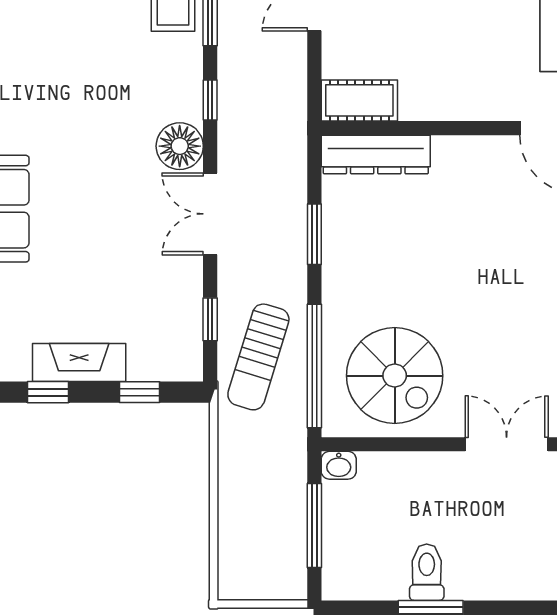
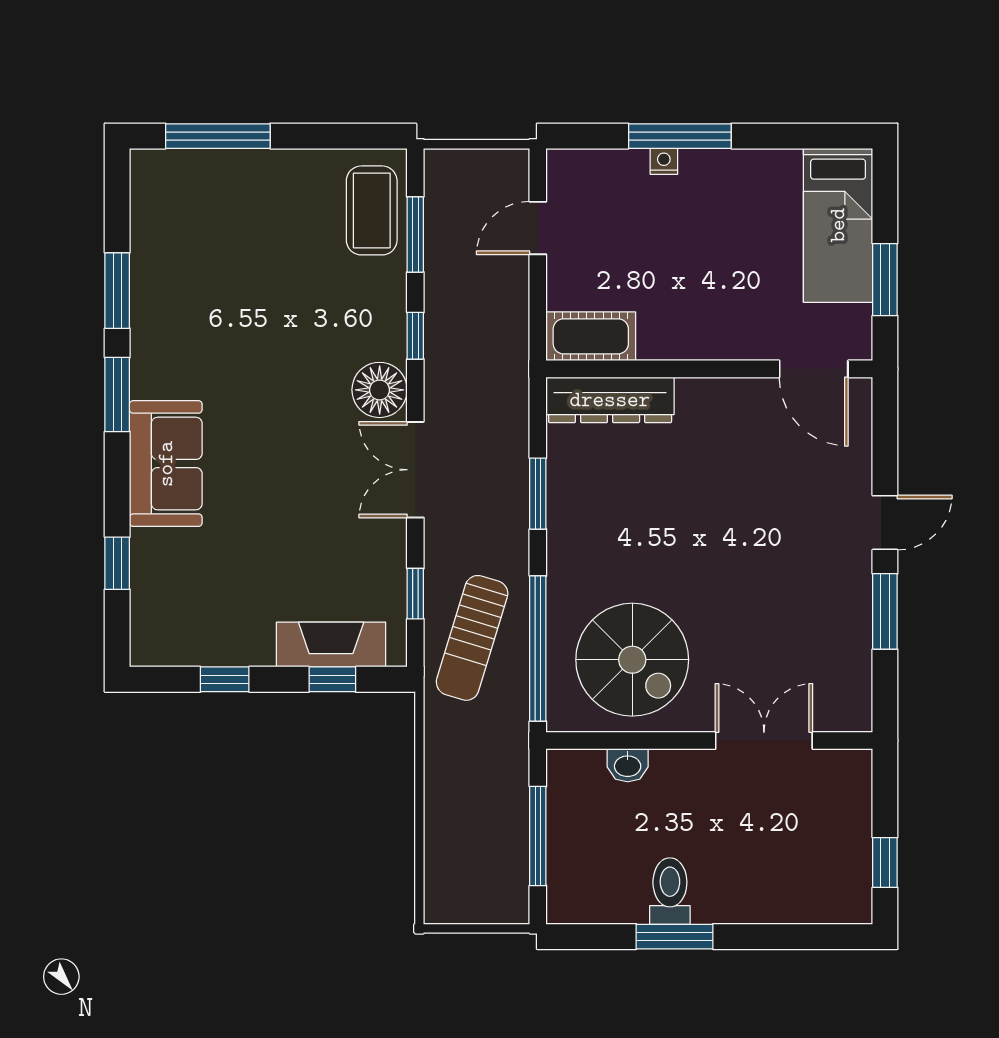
fireplace: (79, 363) -> (331, 645), moved
washbasin: (339, 465) -> (628, 765), moved

